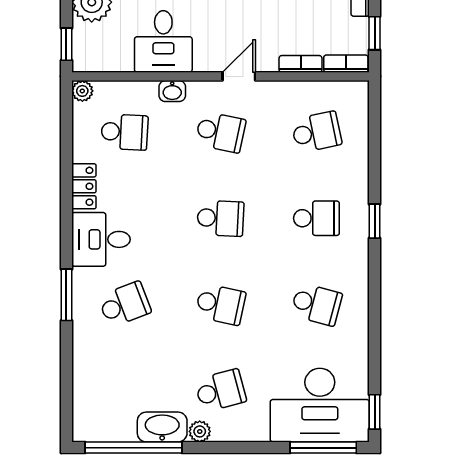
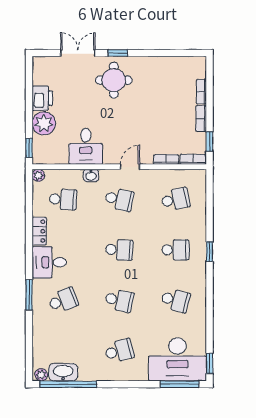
washbasin: (162, 427) -> (63, 372), moved
plant: (200, 431) -> (41, 375), moved

